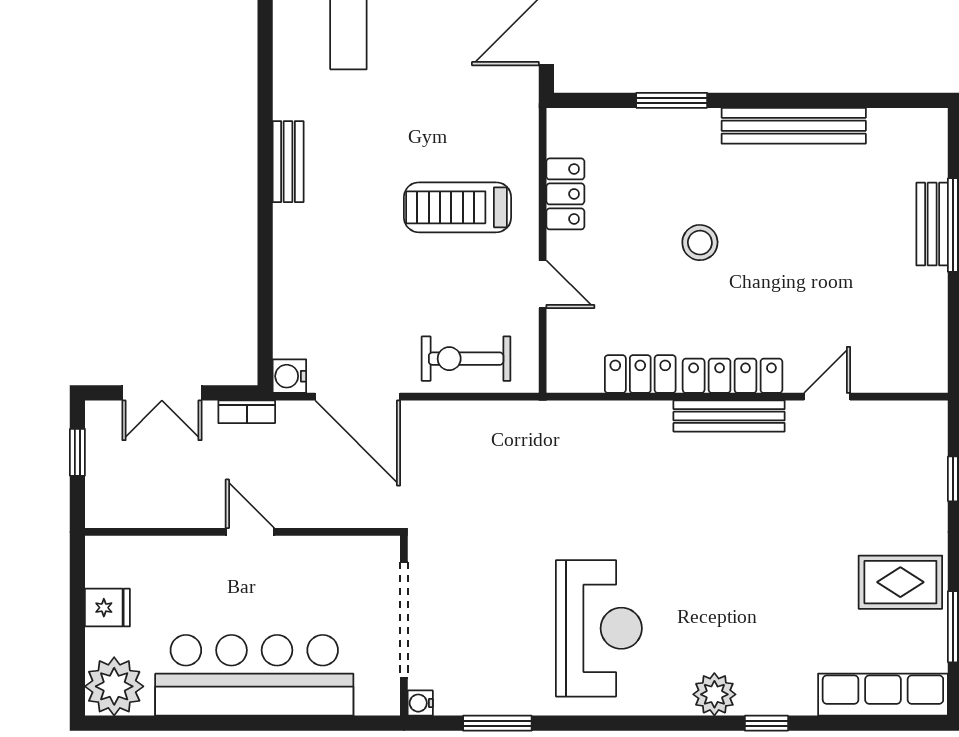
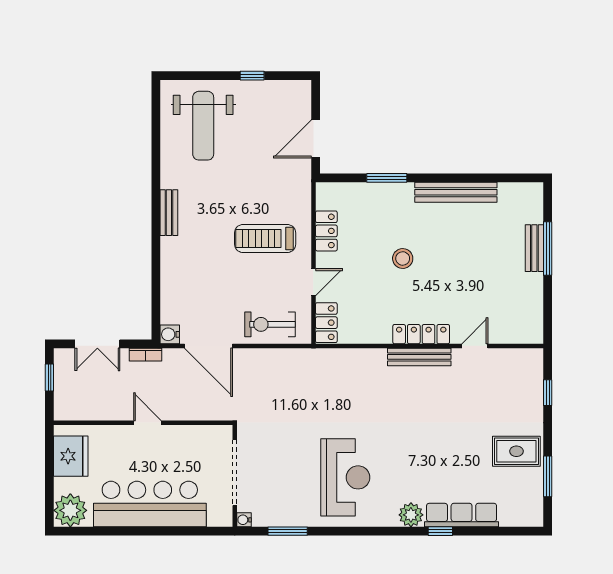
door: (543, 284) -> (313, 282), hinge flipped
locker: (640, 374) -> (326, 323), moved, turned 90
fridge: (107, 608) -> (71, 456), width x1.88, depth x1.34
row of seats: (883, 695) -> (462, 515), moved

